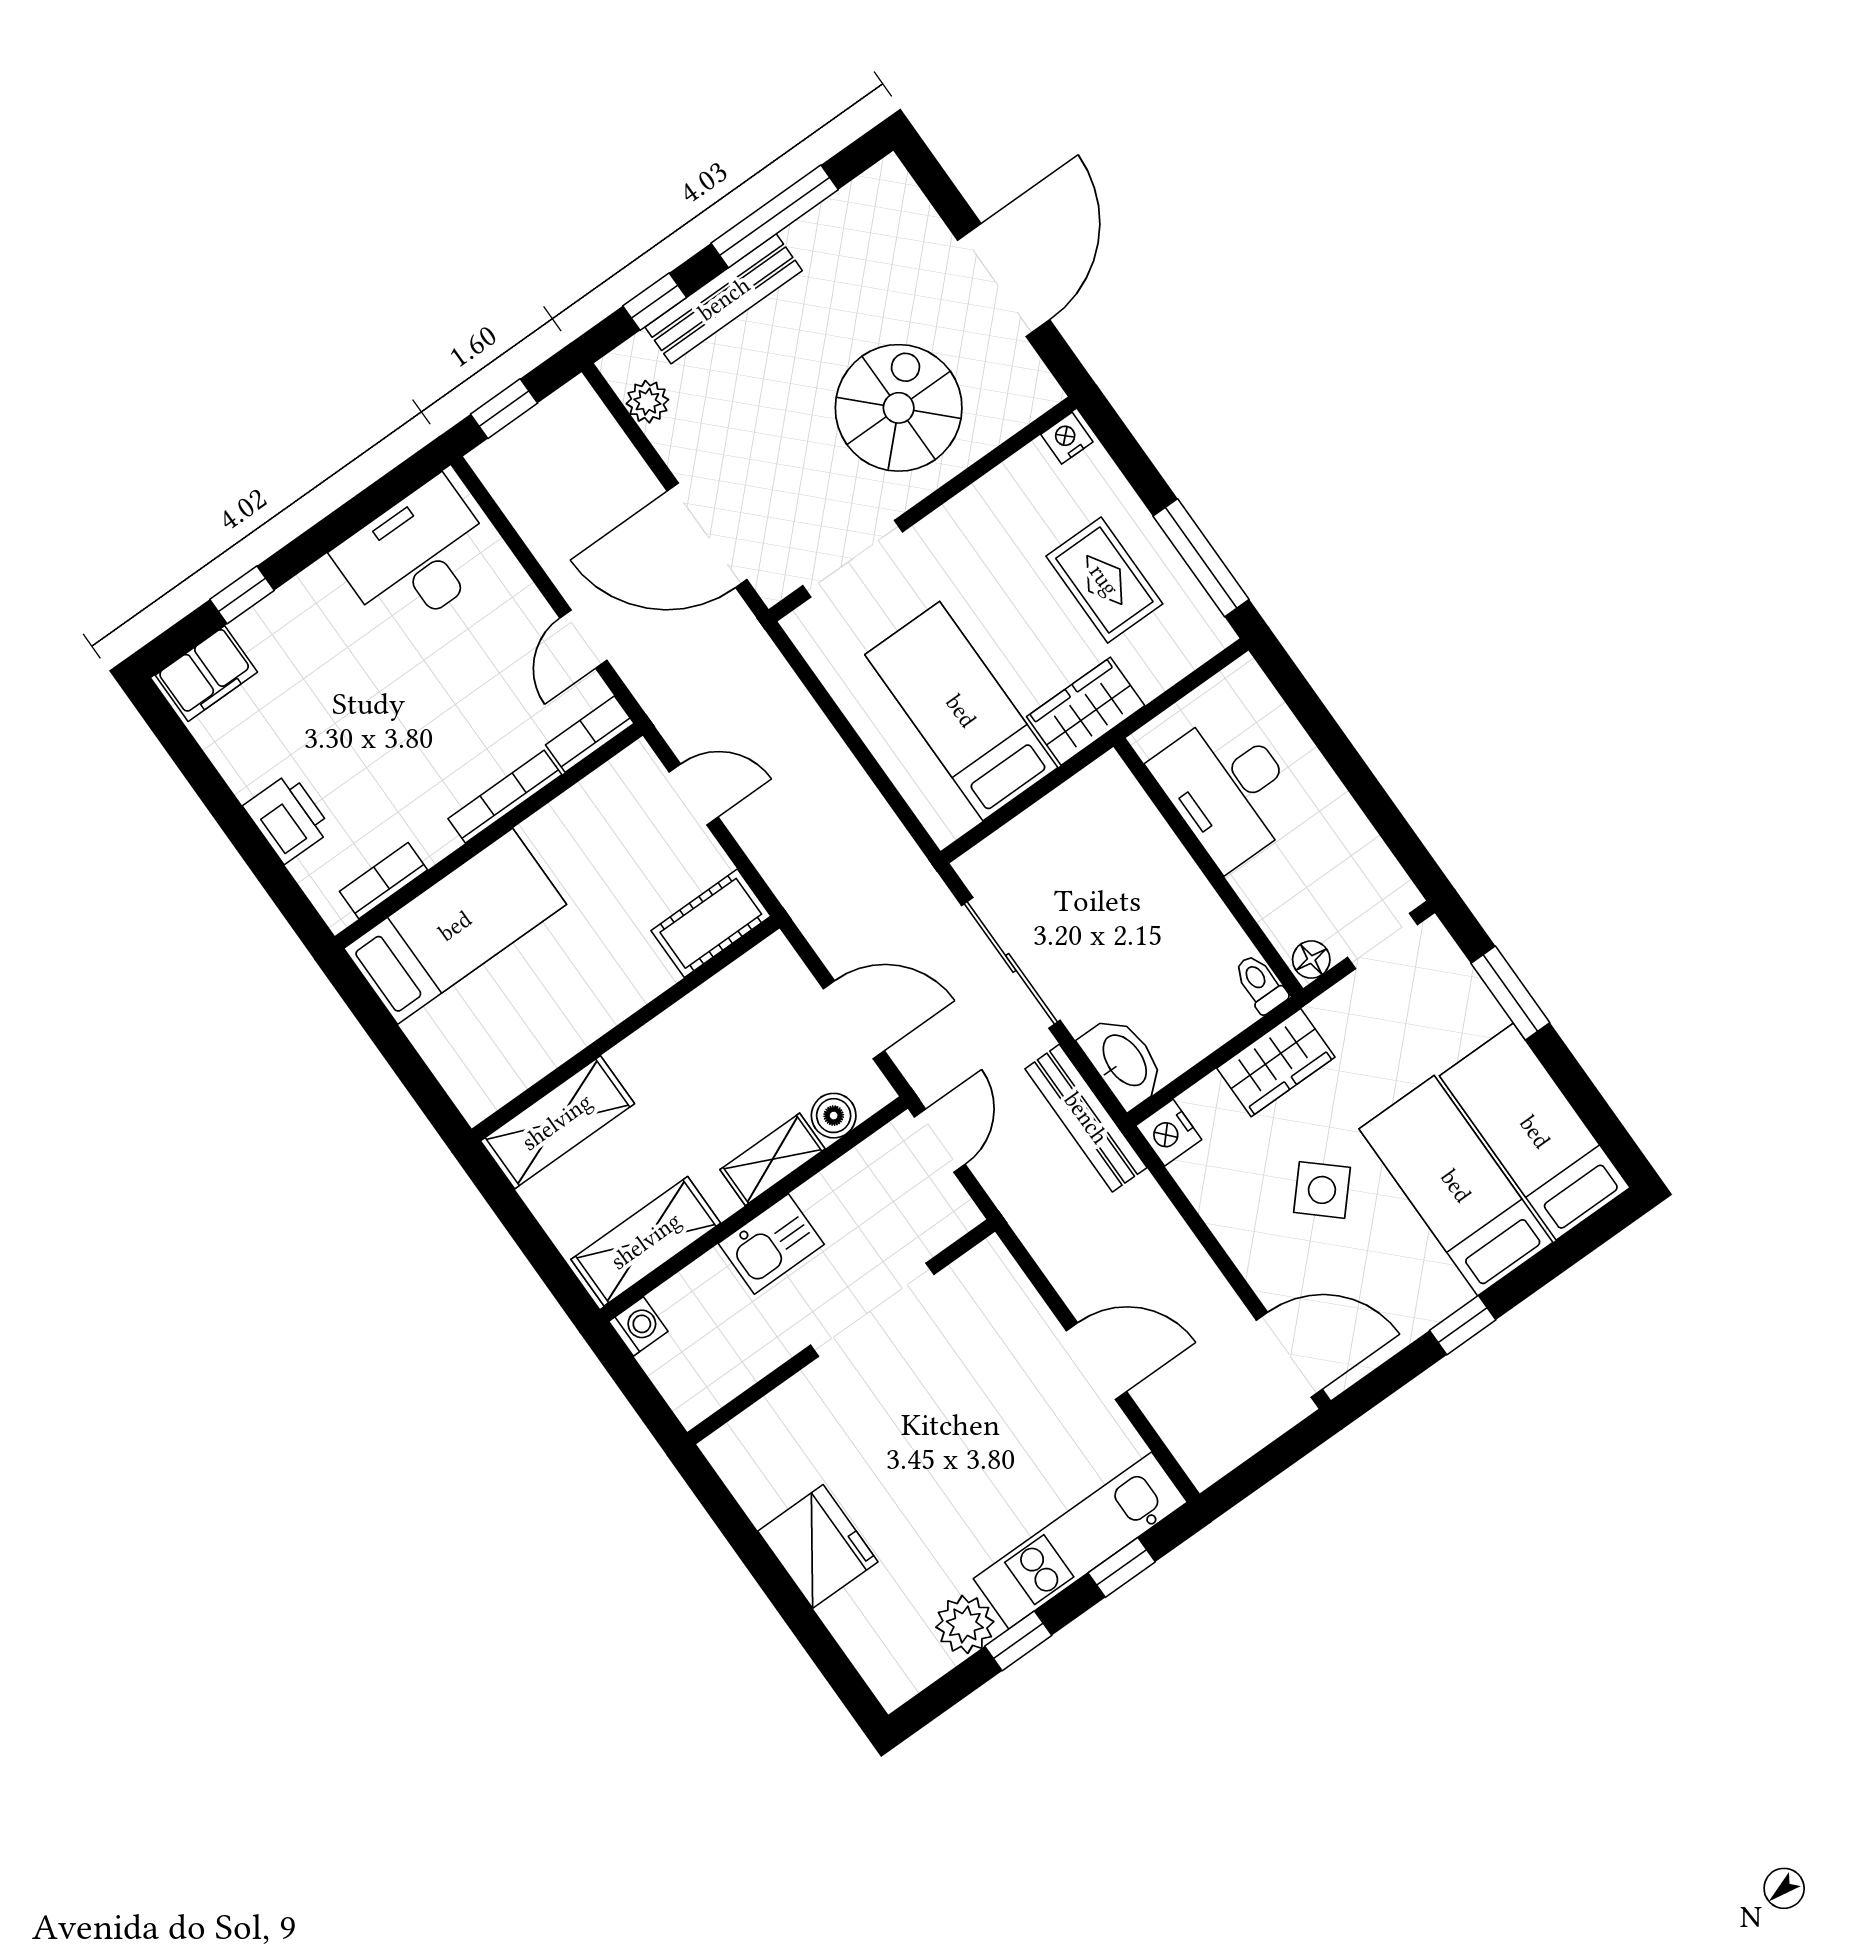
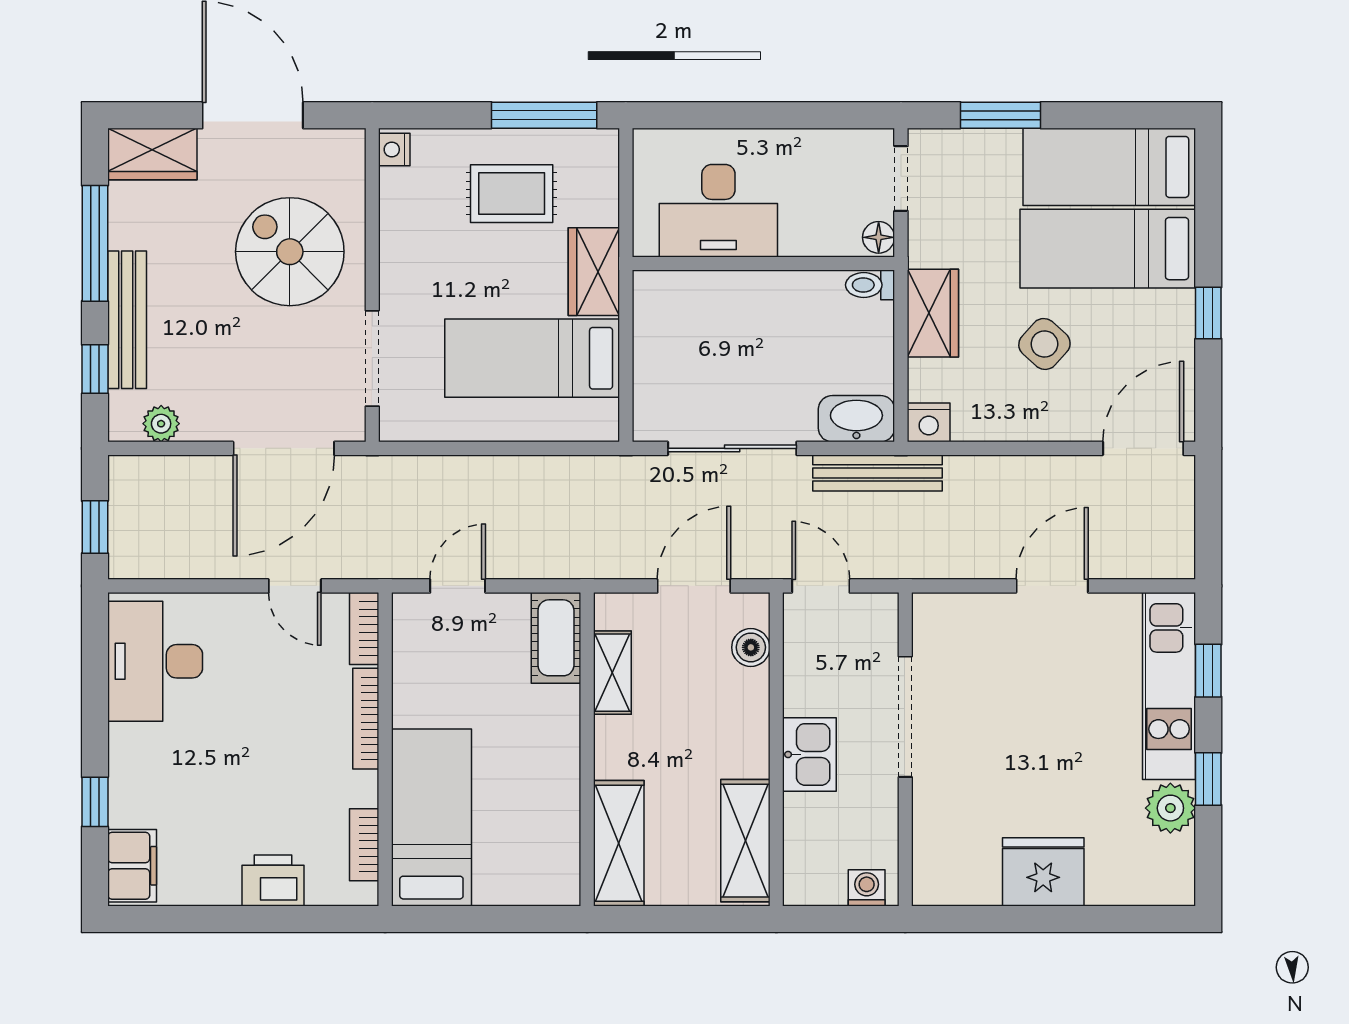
wardrobe: (899, 211) -> (152, 154), added
shelving: (773, 1159) -> (612, 673), moved
washing machine: (638, 1326) -> (867, 888), moved

